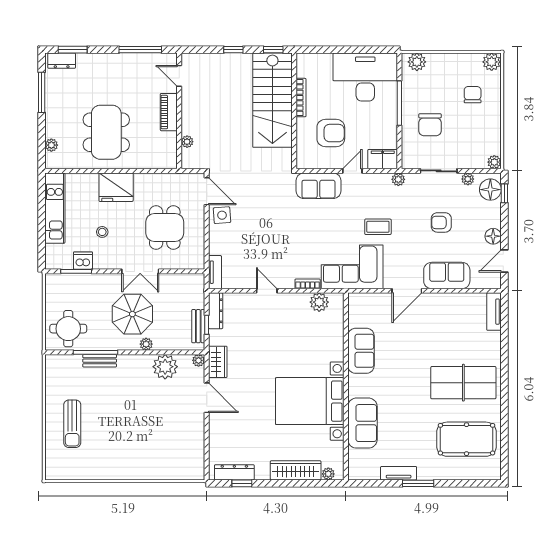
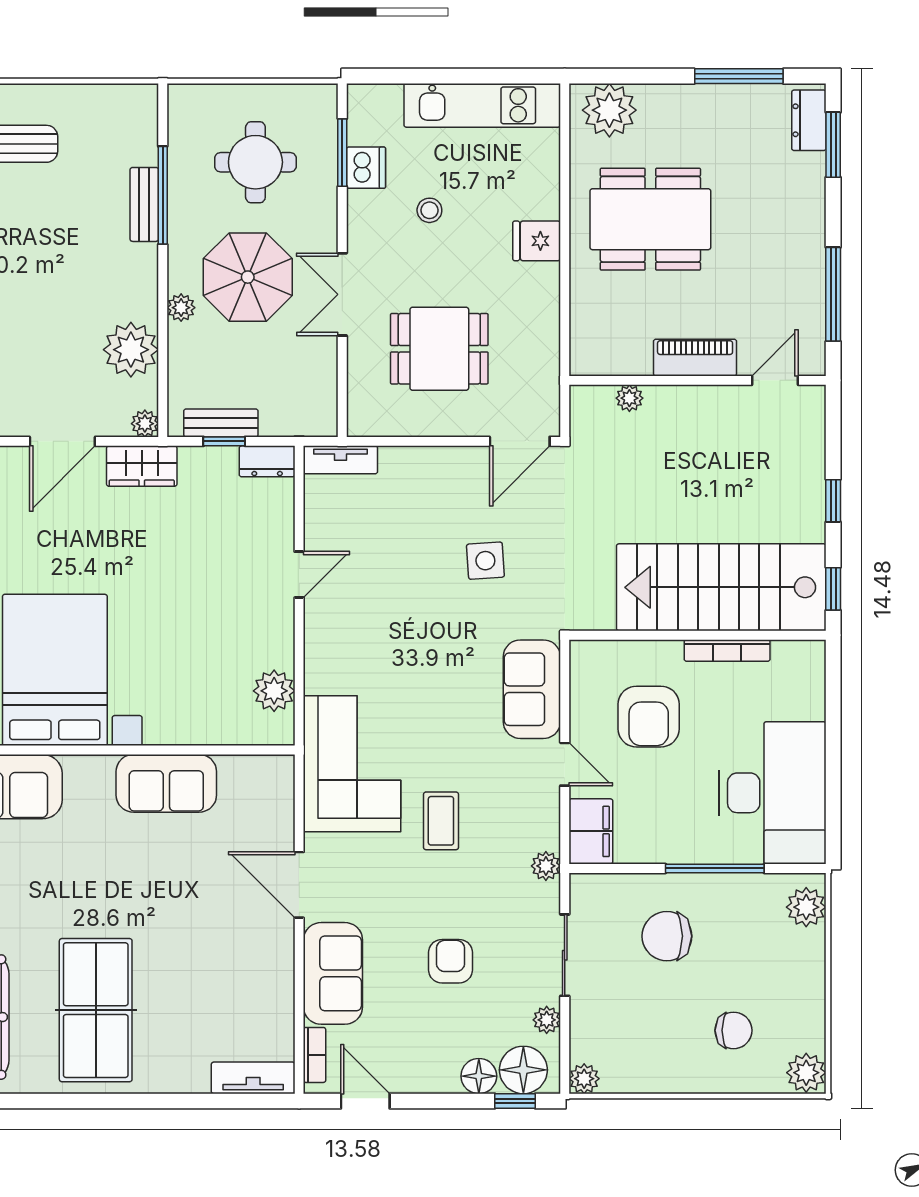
plant: (51, 145) -> (609, 110), width x1.88, depth x1.88
fridge: (116, 187) -> (537, 241), width x0.53, depth x0.75
side table: (222, 215) -> (485, 561), moved
floor lamp: (493, 236) -> (479, 1076), moved
bookcase: (308, 284) -> (315, 1055), moved
dresser: (216, 311) -> (267, 461), width x0.70
round table: (68, 329) -> (255, 162), moved

